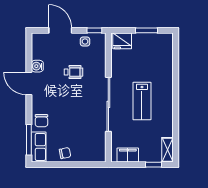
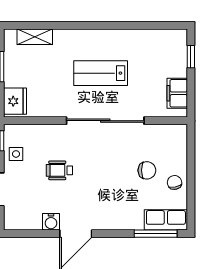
wheelchair: (73, 72) -> (59, 170), turned -90
lab bench: (142, 101) -> (101, 73), turned 180
chair: (41, 121) -> (147, 170), moved
shelving: (168, 150) -> (35, 37), moved

